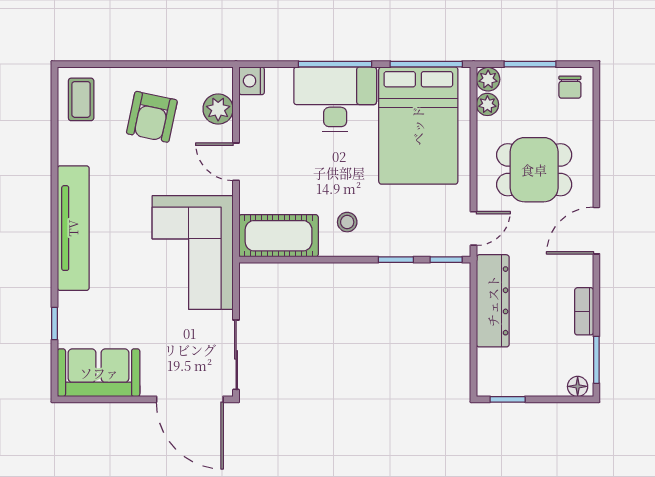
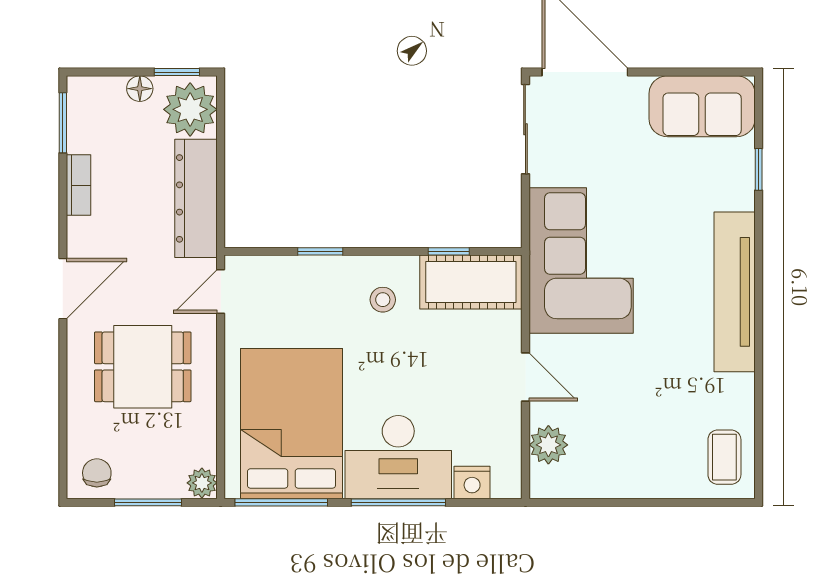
nightstand: (252, 81) -> (472, 482), moved, turned 90
plant: (487, 104) -> (190, 109), moved, width x1.87, depth x1.87
armchair: (152, 117) -> (634, 435), removed
window: (446, 260) -> (449, 251), moved
floor lamp: (578, 386) -> (140, 89), moved

